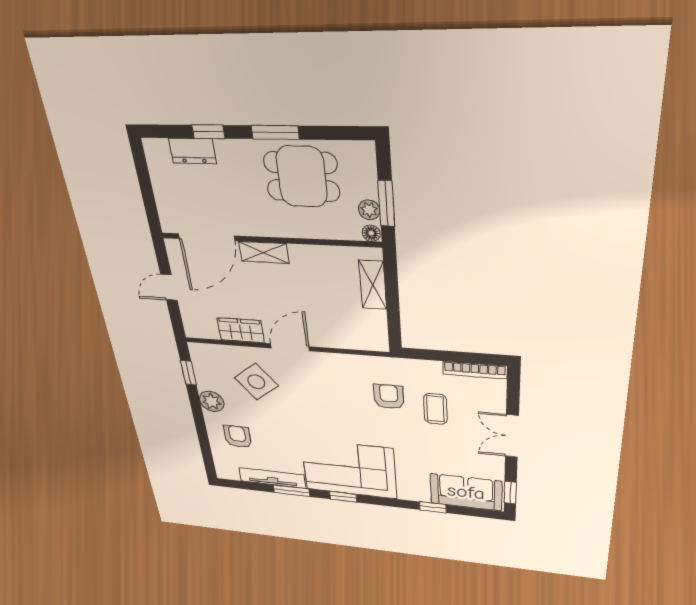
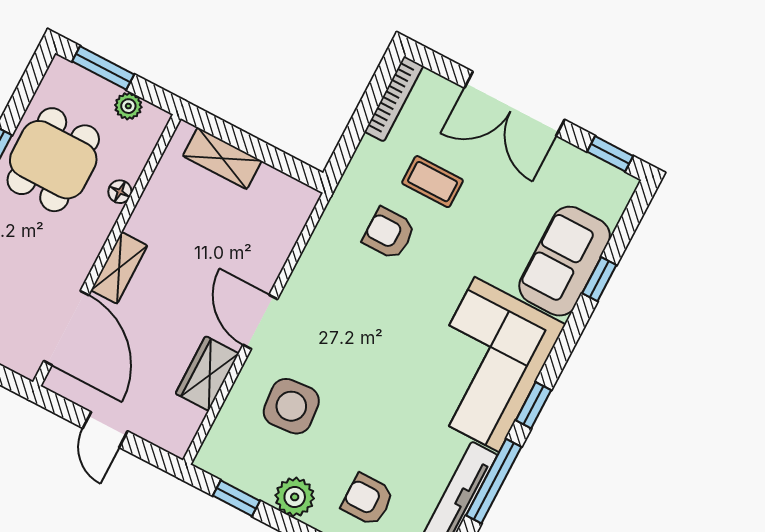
window: (386, 203) -> (103, 68), moved
floor lamp: (371, 233) -> (120, 192), moved
side table: (256, 382) -> (291, 406), turned 33
double door: (512, 436) -> (514, 104), width x1.37
window: (291, 491) -> (494, 481), width x1.44
sofa: (466, 492) -> (565, 261), moved

